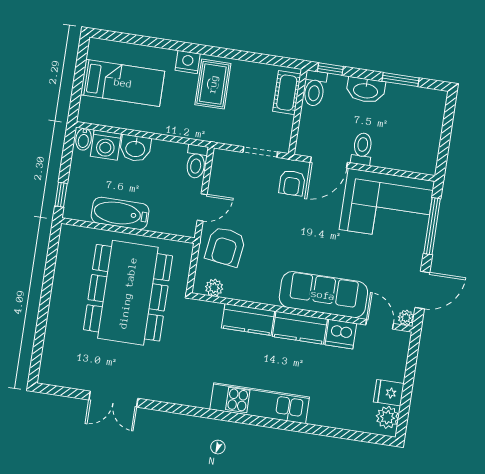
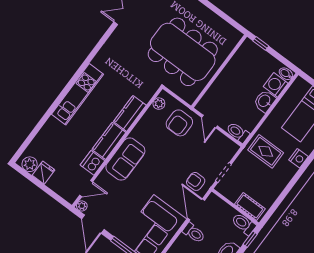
rug: (213, 84) -> (266, 151), moved
bathtub: (120, 213) -> (231, 72), removed
armchair: (225, 247) -> (179, 123), turned -98
sofa: (323, 295) -> (125, 159), width x0.73

